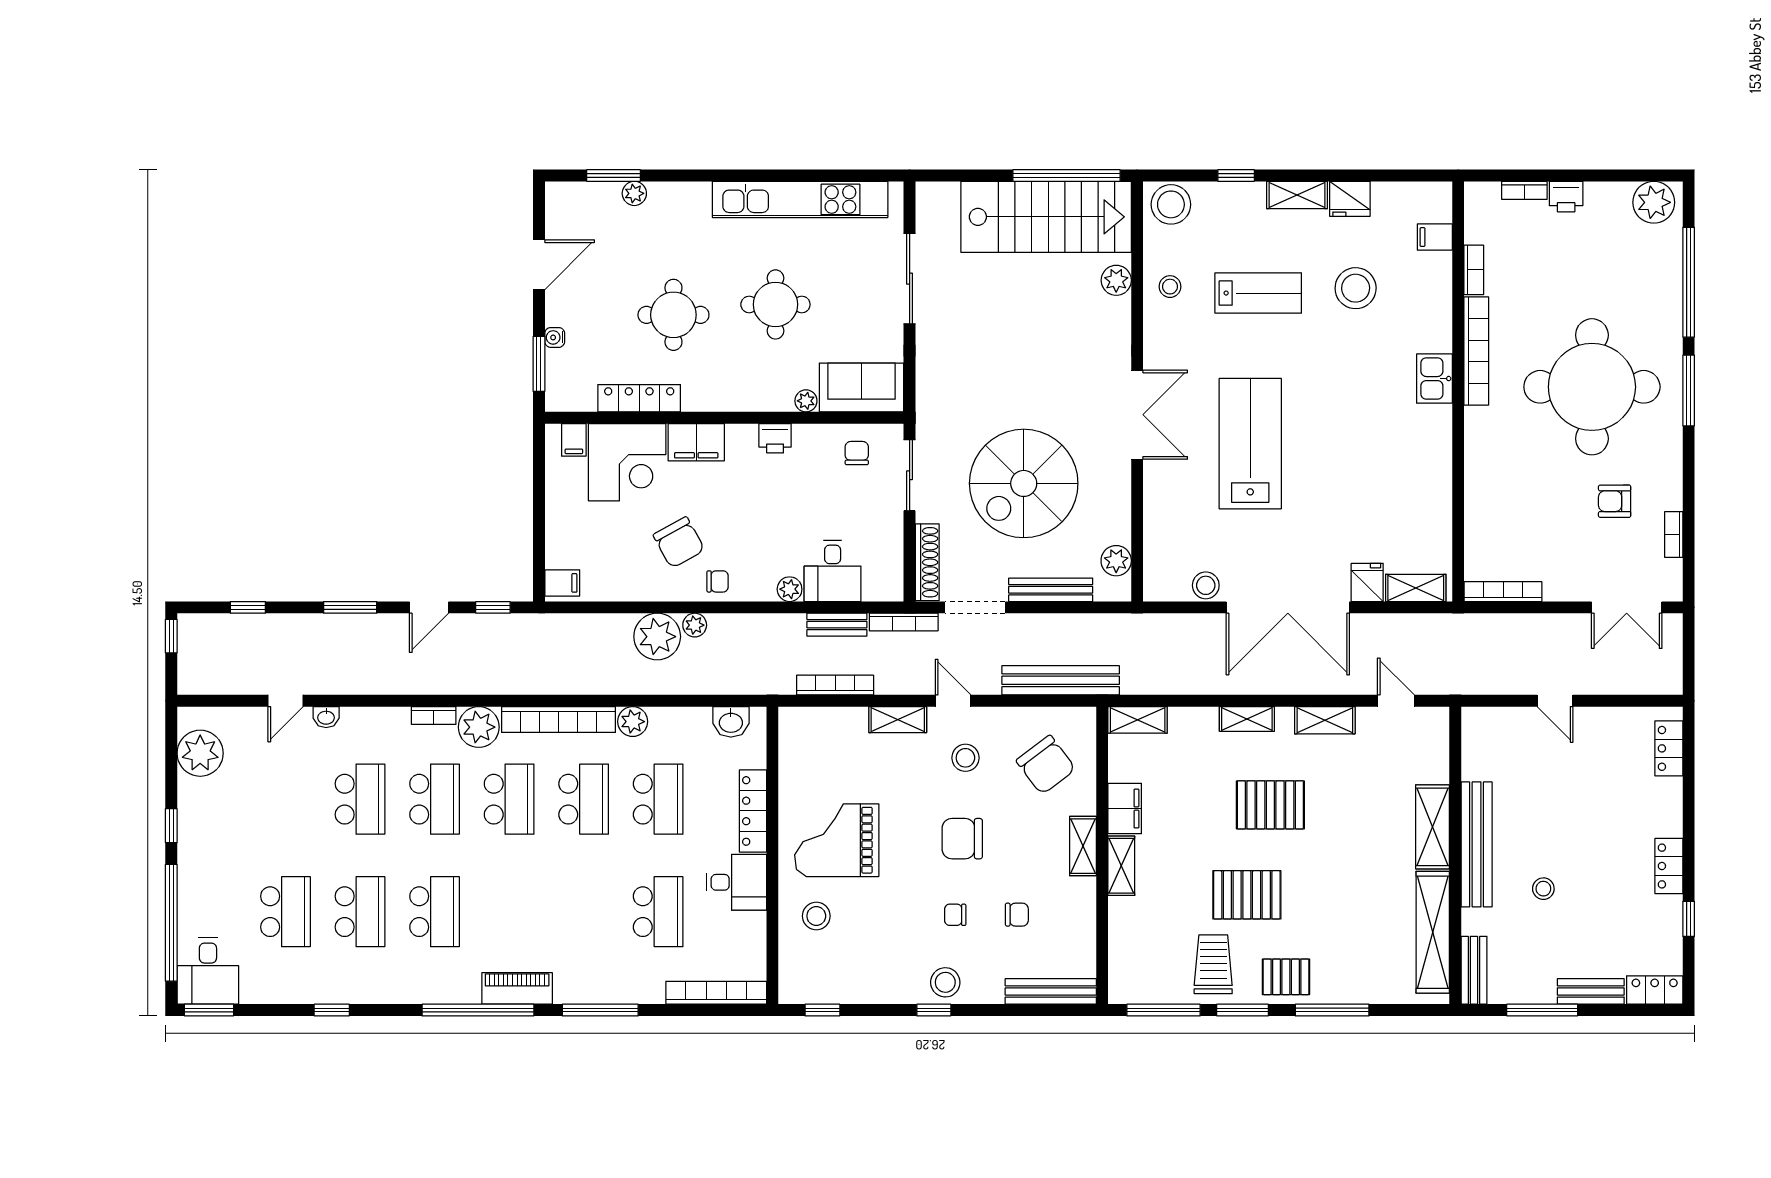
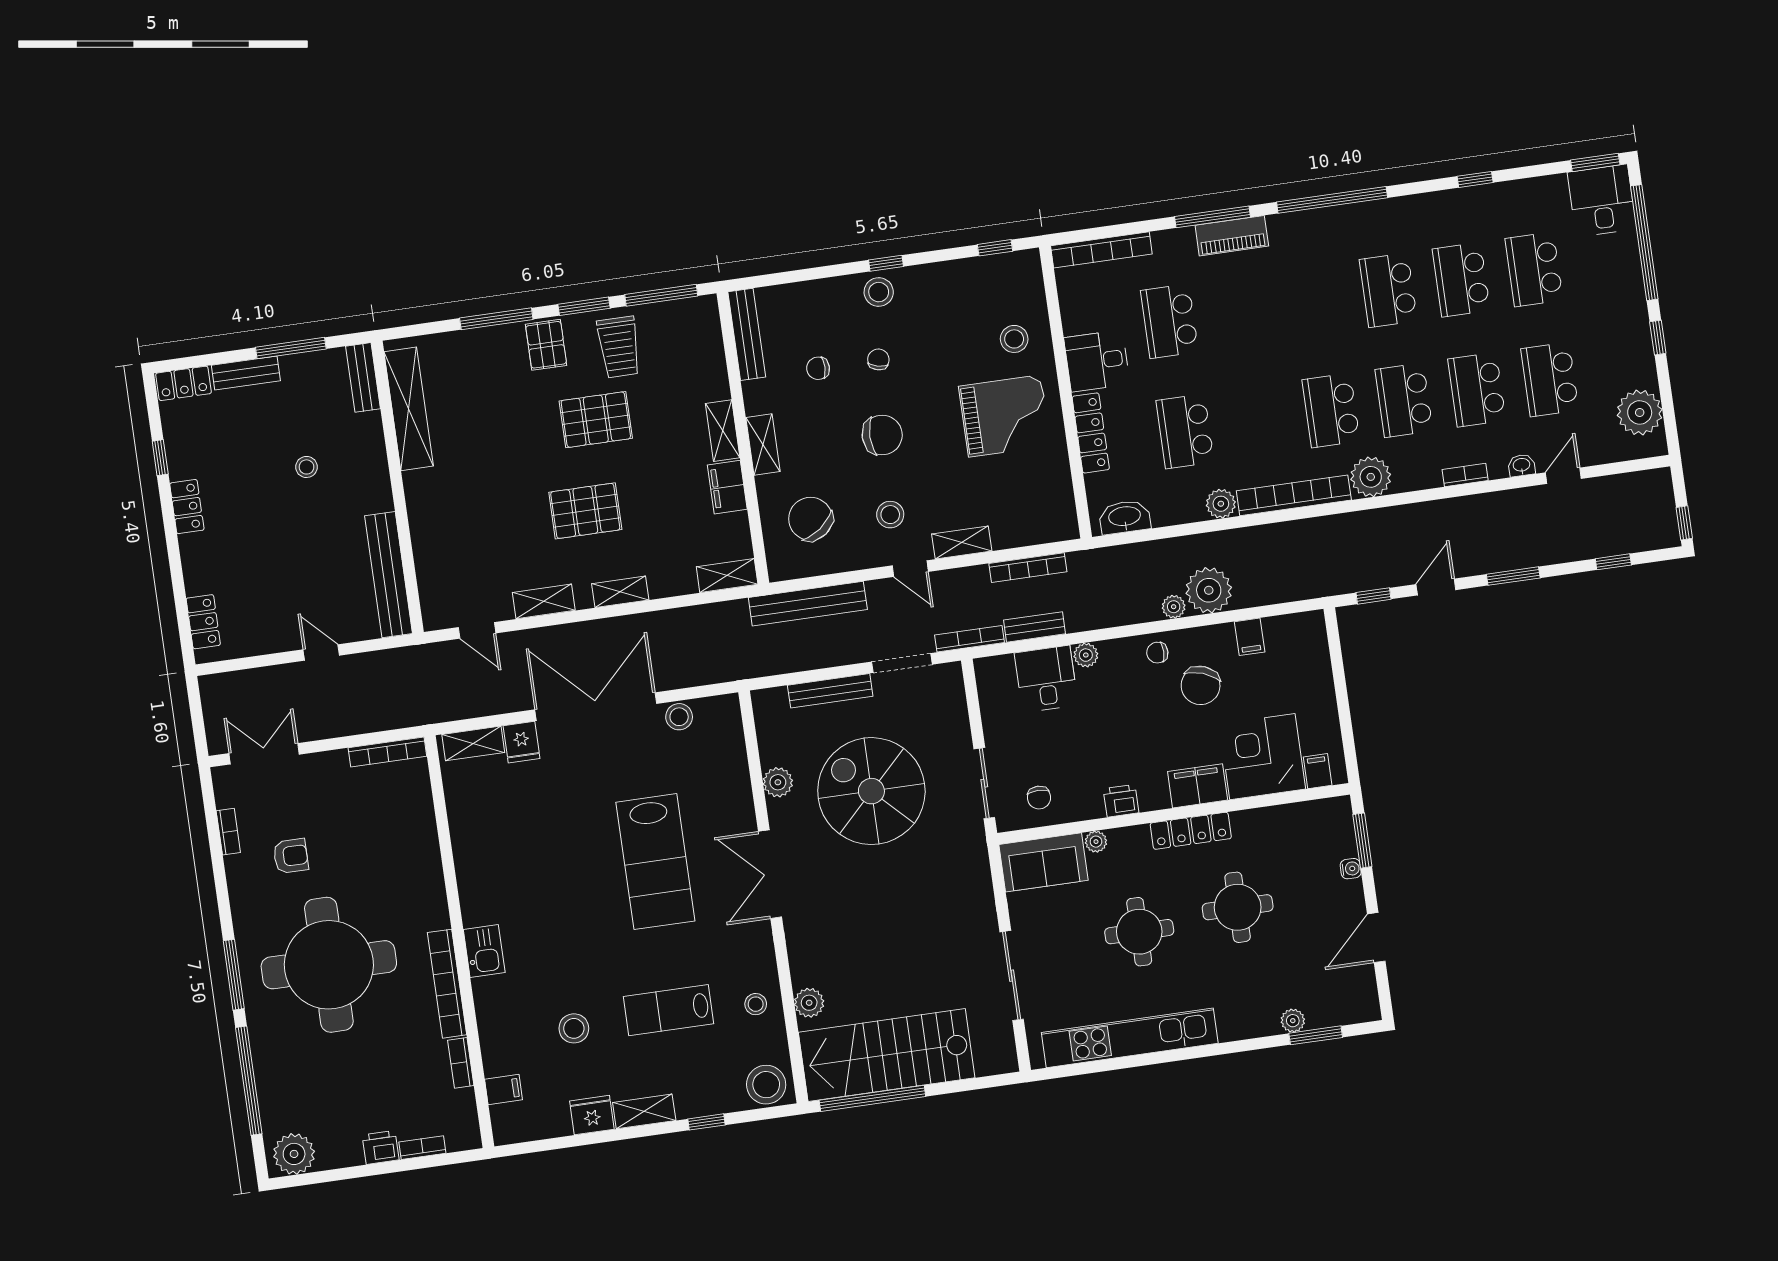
stool: (1356, 288) -> (574, 1028), width x0.73, depth x0.73
locker: (639, 398) -> (1191, 831), moved
spiral stairs: (1024, 483) -> (871, 791), turned -90
chair: (679, 542) -> (1201, 685), turned -131
plant: (1116, 561) -> (778, 782), moved
shoe rack: (927, 562) -> (955, 701), removed
filing cabinet: (562, 583) -> (1250, 637), moved, turned -90
bookcase: (434, 715) -> (1465, 475), moved
washbasin: (731, 722) -> (1125, 517), width x1.38
school desk: (584, 799) -> (1550, 379), moved
shelving: (1433, 827) -> (424, 512), removed
bench: (1477, 844) -> (389, 575), moved
chair: (955, 915) -> (878, 359), turned -76
pallet: (1286, 977) -> (546, 345), turned 90
piano: (517, 988) -> (1232, 236), moved
bench: (1051, 991) -> (747, 334), moved, turned 90

